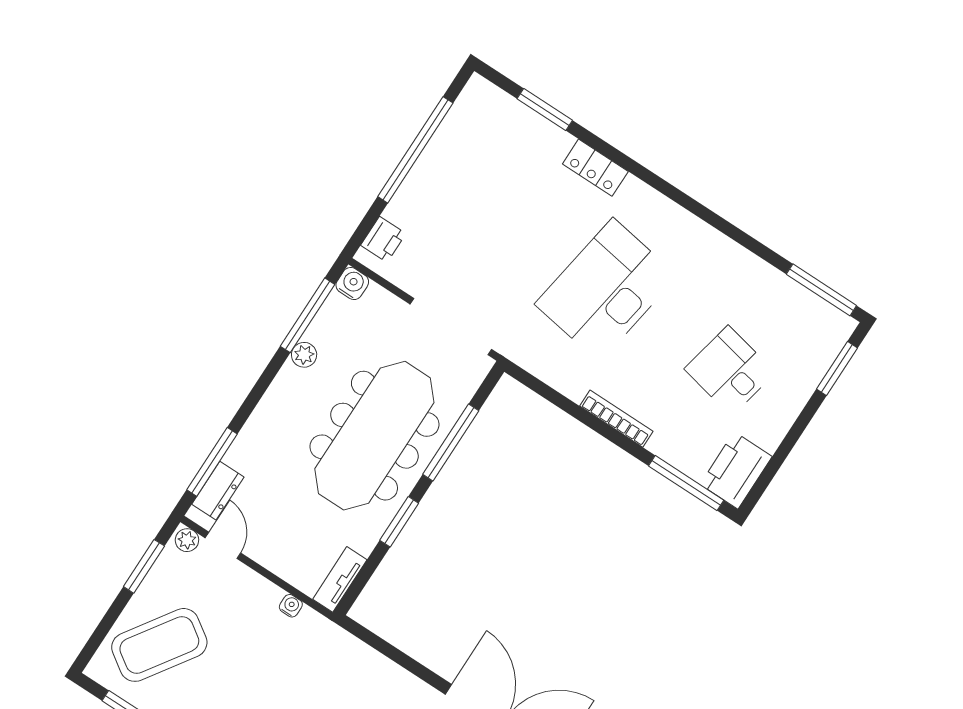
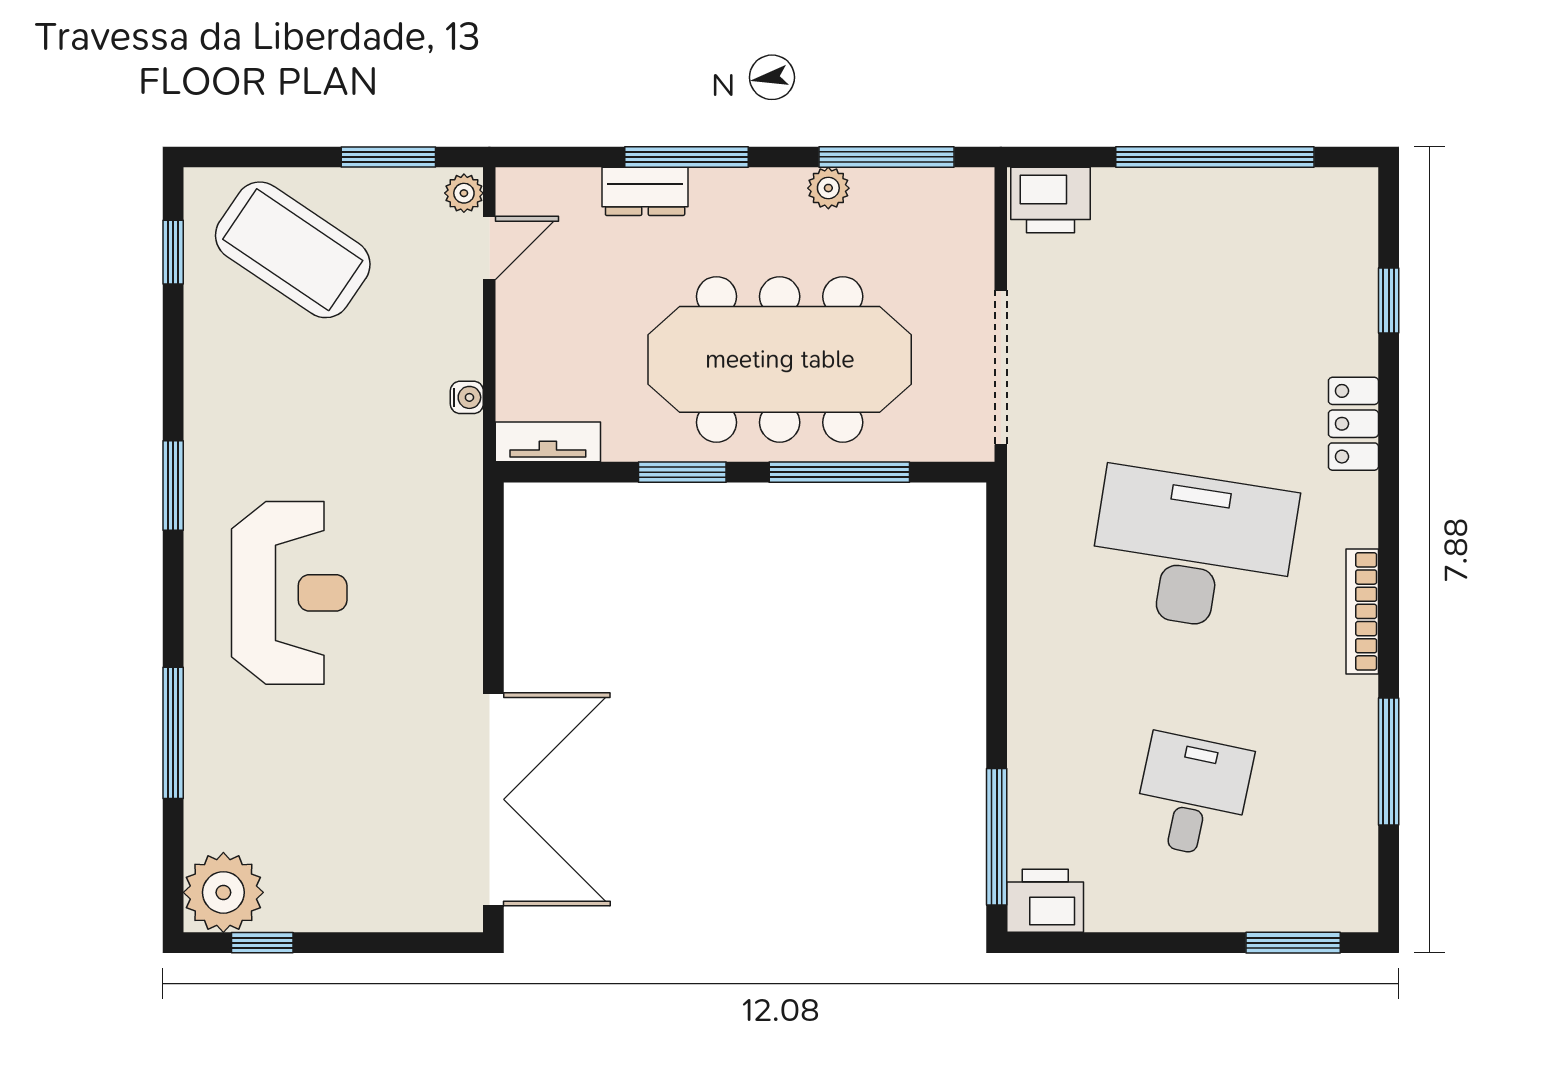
window: (545, 109) -> (1389, 300), width x0.67
printer: (383, 239) -> (1050, 200), width x1.36, depth x1.24
water cooler: (352, 284) -> (971, 191), removed
window: (821, 290) -> (1389, 762), moved
bookcase: (616, 419) -> (1362, 611), moved, turned 180
window: (212, 462) -> (687, 157), moved
printer: (736, 470) -> (1045, 901), width x0.73, depth x0.84
dresser: (218, 491) -> (645, 191), moved

